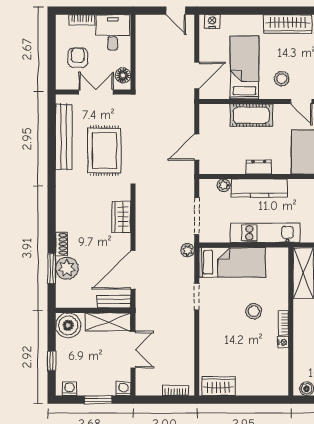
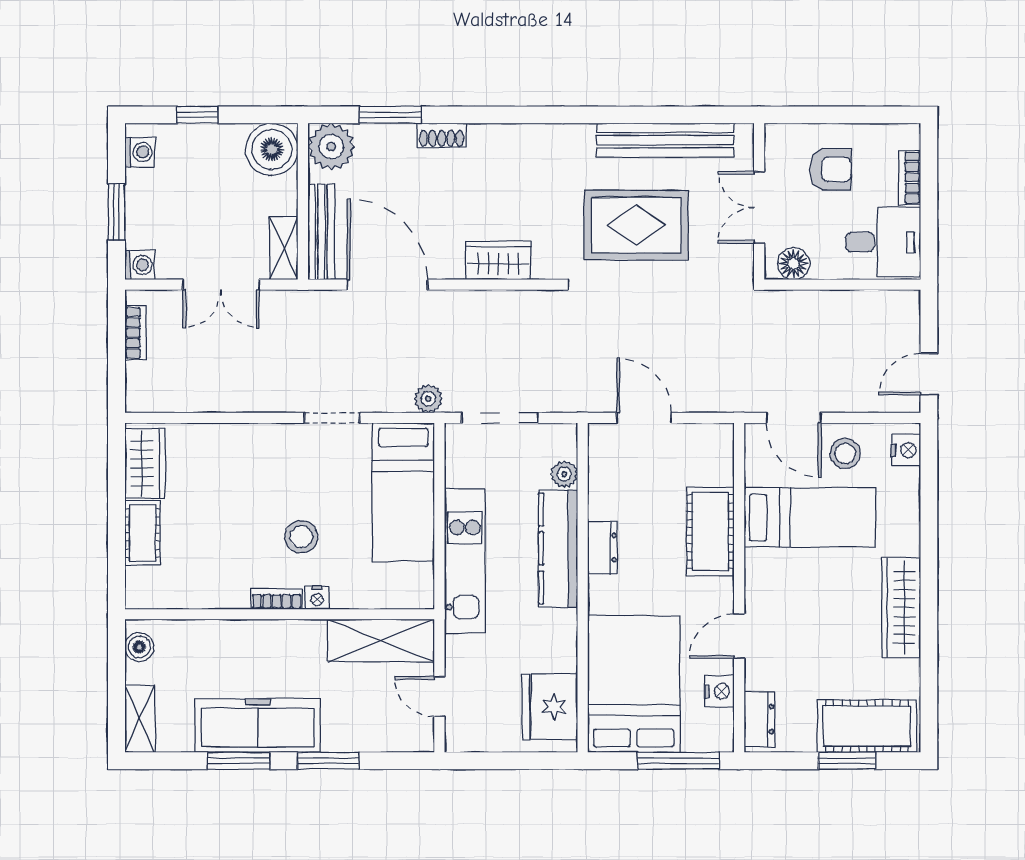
stool: (282, 79) -> (845, 454), moved
double door: (96, 92) -> (759, 207), swing flipped
plant: (67, 268) -> (331, 146), moved
bench: (114, 302) -> (321, 232), width x1.36
shelving: (108, 322) -> (284, 248), width x0.67, depth x0.75
nightstand: (283, 342) -> (317, 598), moved
cot: (252, 387) -> (142, 533), added
bookcase: (176, 390) -> (136, 333), moved

